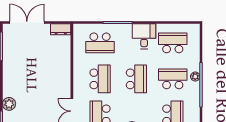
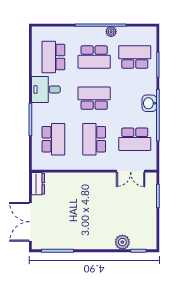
plant: (195, 77) -> (111, 32), moved
school desk: (100, 79) -> (94, 139), turned -90
school desk: (173, 79) -> (94, 57), turned -90

